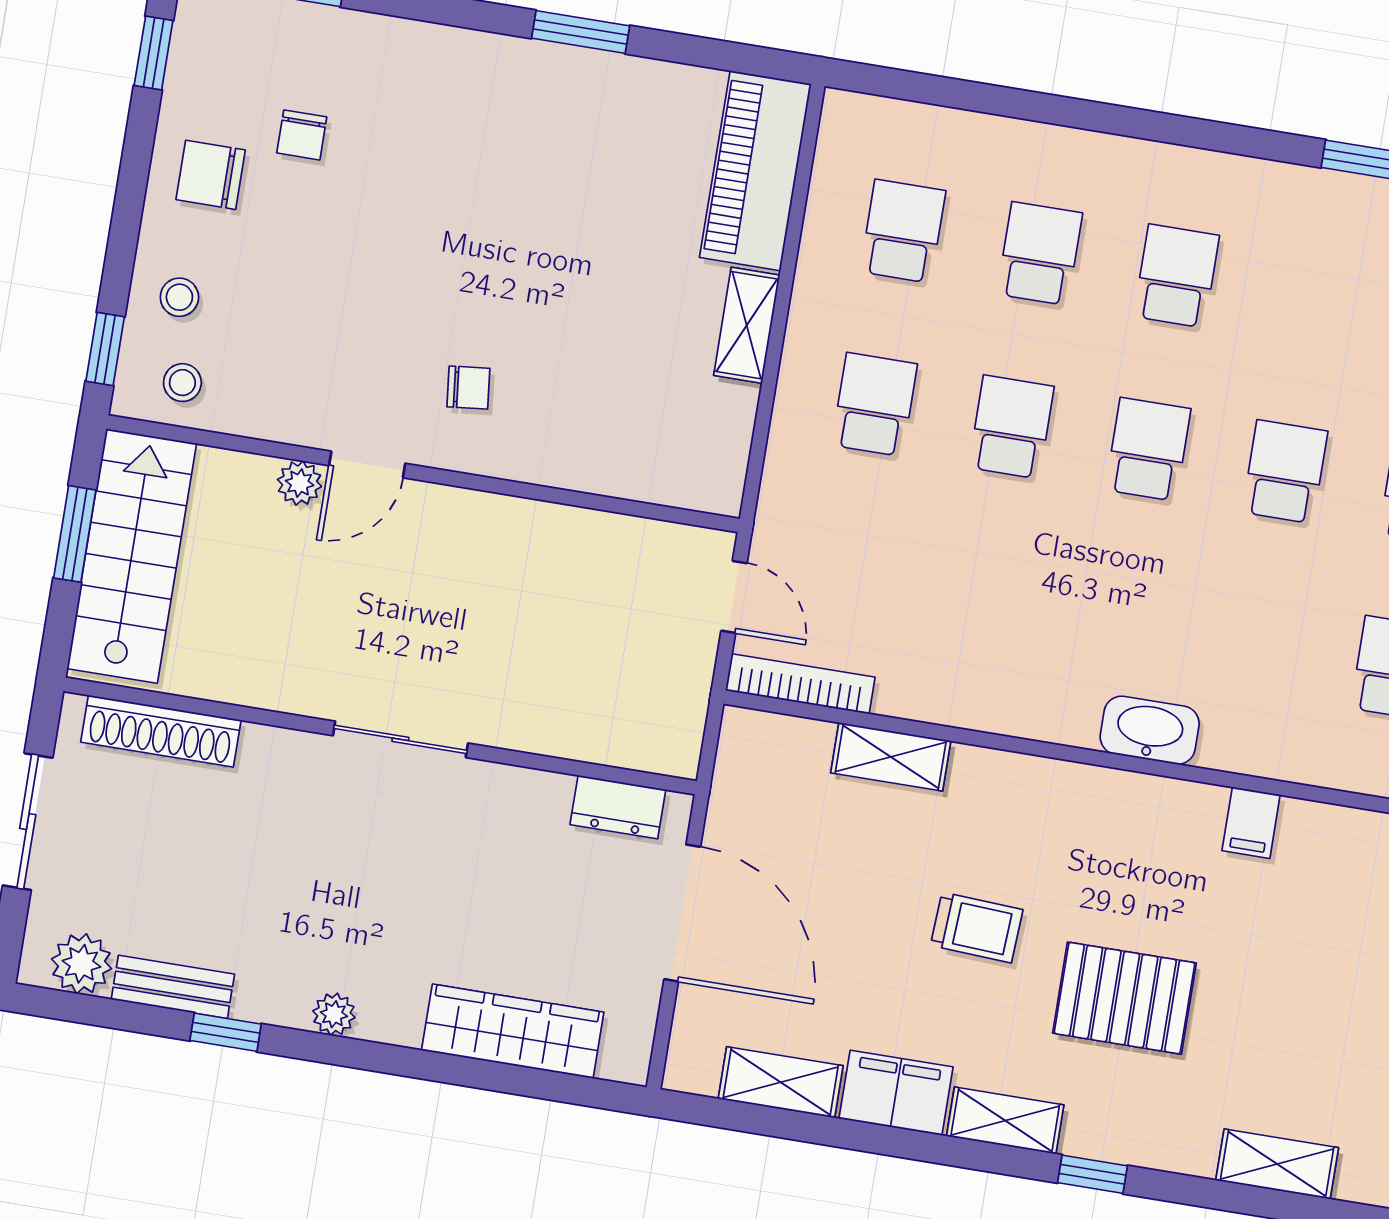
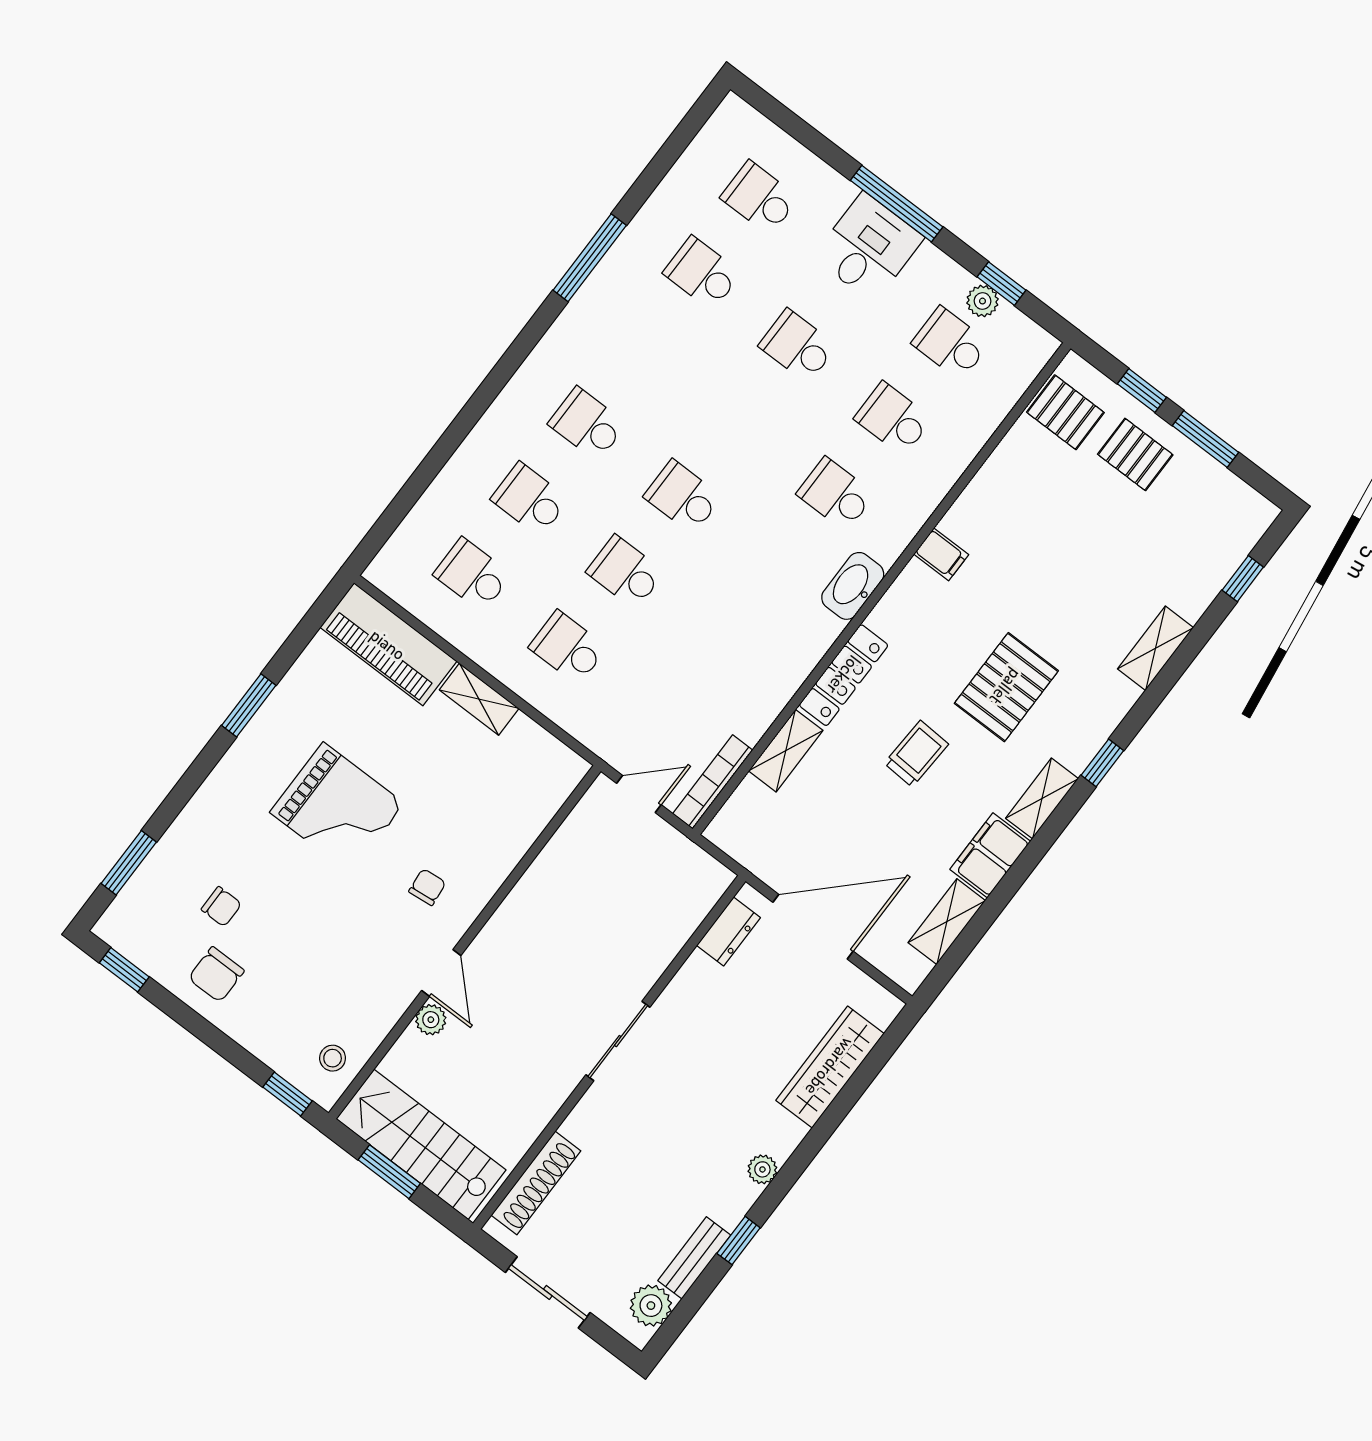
grand piano: (509, 217) -> (337, 808), added
stool: (179, 297) -> (280, 1033), removed
school desk: (1285, 472) -> (836, 494), moved
locker: (1028, 780) -> (844, 675), added

